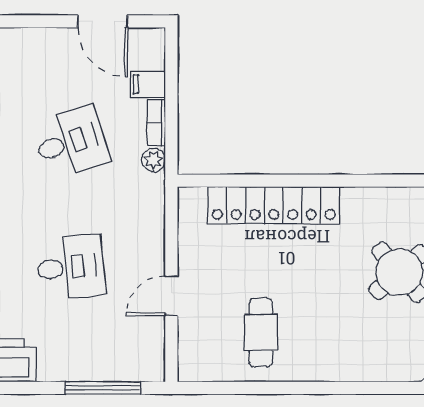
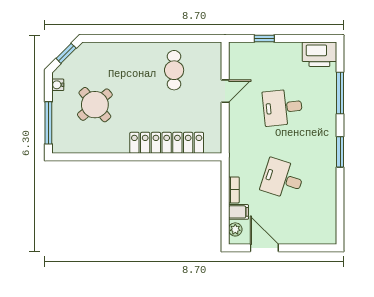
desk: (71, 142) -> (283, 179), turned 36
plant: (154, 160) -> (235, 229), moved
window: (103, 388) -> (264, 39), width x0.46

